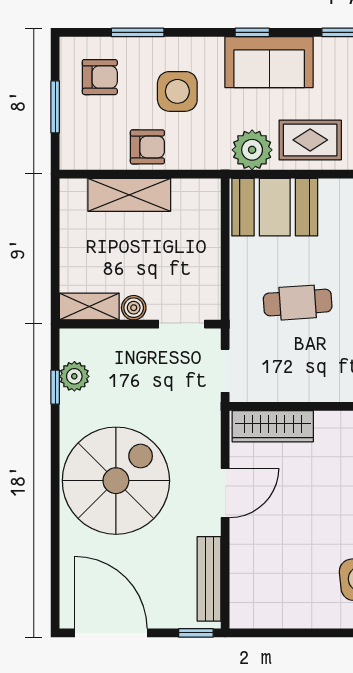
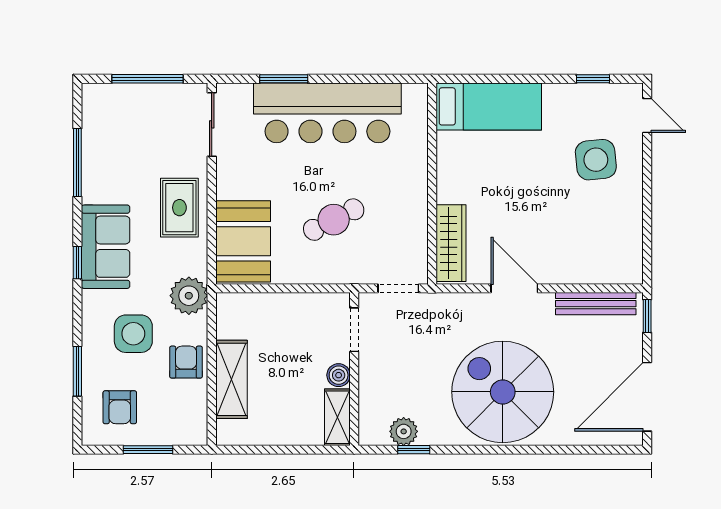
armchair: (100, 77) -> (120, 407), turned 180
plant: (252, 150) -> (189, 296), moved
cafe table: (298, 303) -> (334, 220), turned 67

